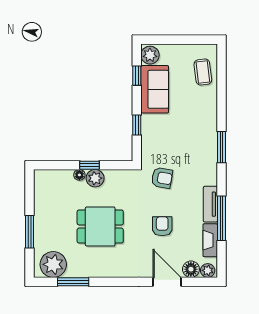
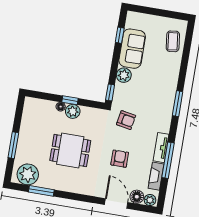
plant: (150, 55) -> (124, 75), moved
window: (137, 125) -> (110, 92), moved

